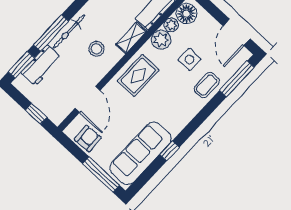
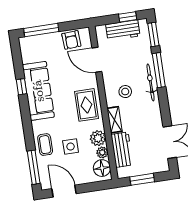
workbench: (41, 65) -> (123, 30), moved, turned -90
window: (36, 114) -> (128, 17), moved
sofa: (141, 153) -> (38, 91), moved

